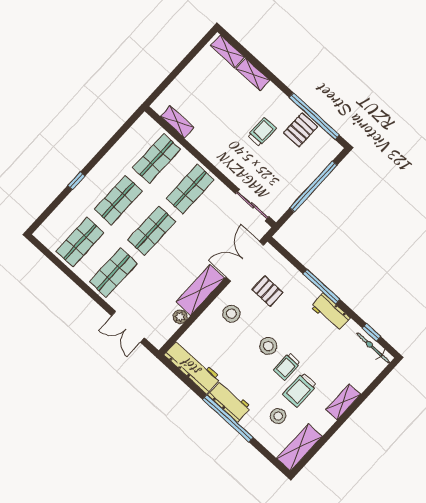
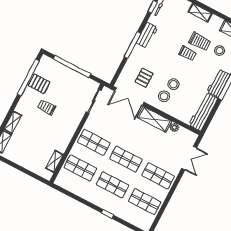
stool: (268, 346) -> (173, 84), moved

